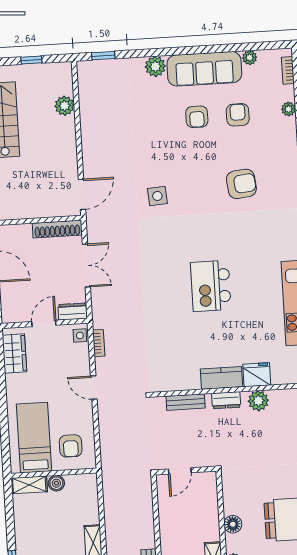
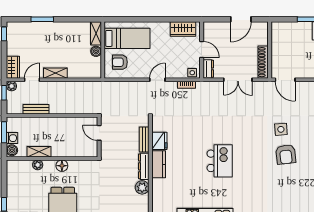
armchair: (241, 184) -> (286, 154), moved
kitchen island: (211, 286) -> (220, 161), turned 90
fridge: (257, 375) -> (159, 141), moved
dresser: (226, 400) -> (144, 166), width x1.44

